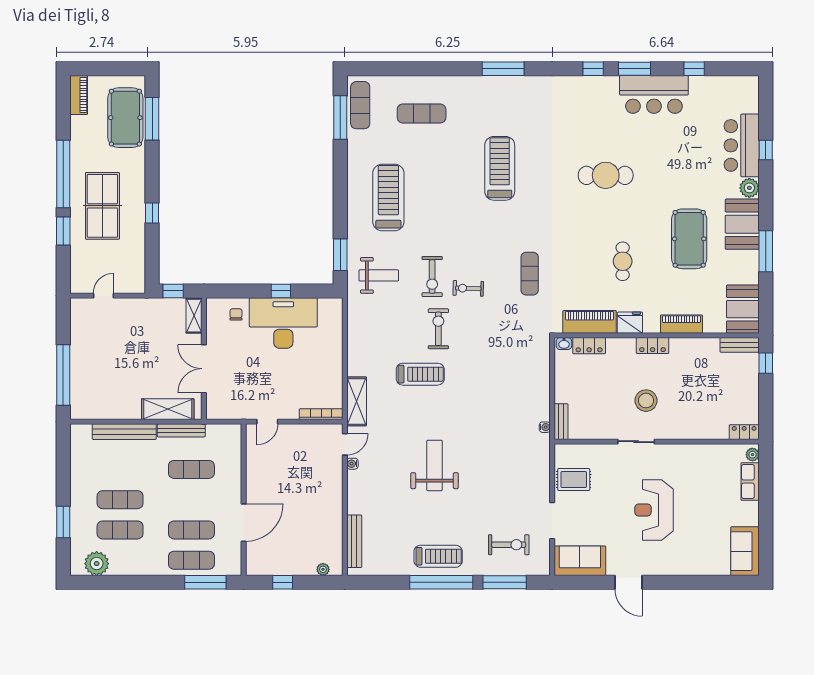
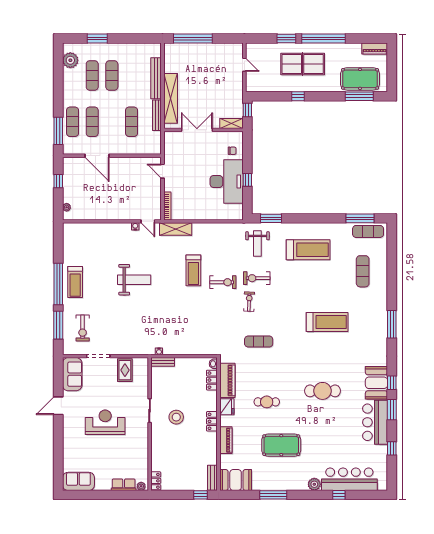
bar counter: (742, 145) -> (349, 479), width x1.36
cafe table: (606, 175) -> (322, 391), turned 90
booth: (742, 224) -> (376, 383), moved, turned 90
shelving: (168, 409) -> (171, 98), width x1.47
bench: (354, 541) -> (85, 228), removed

